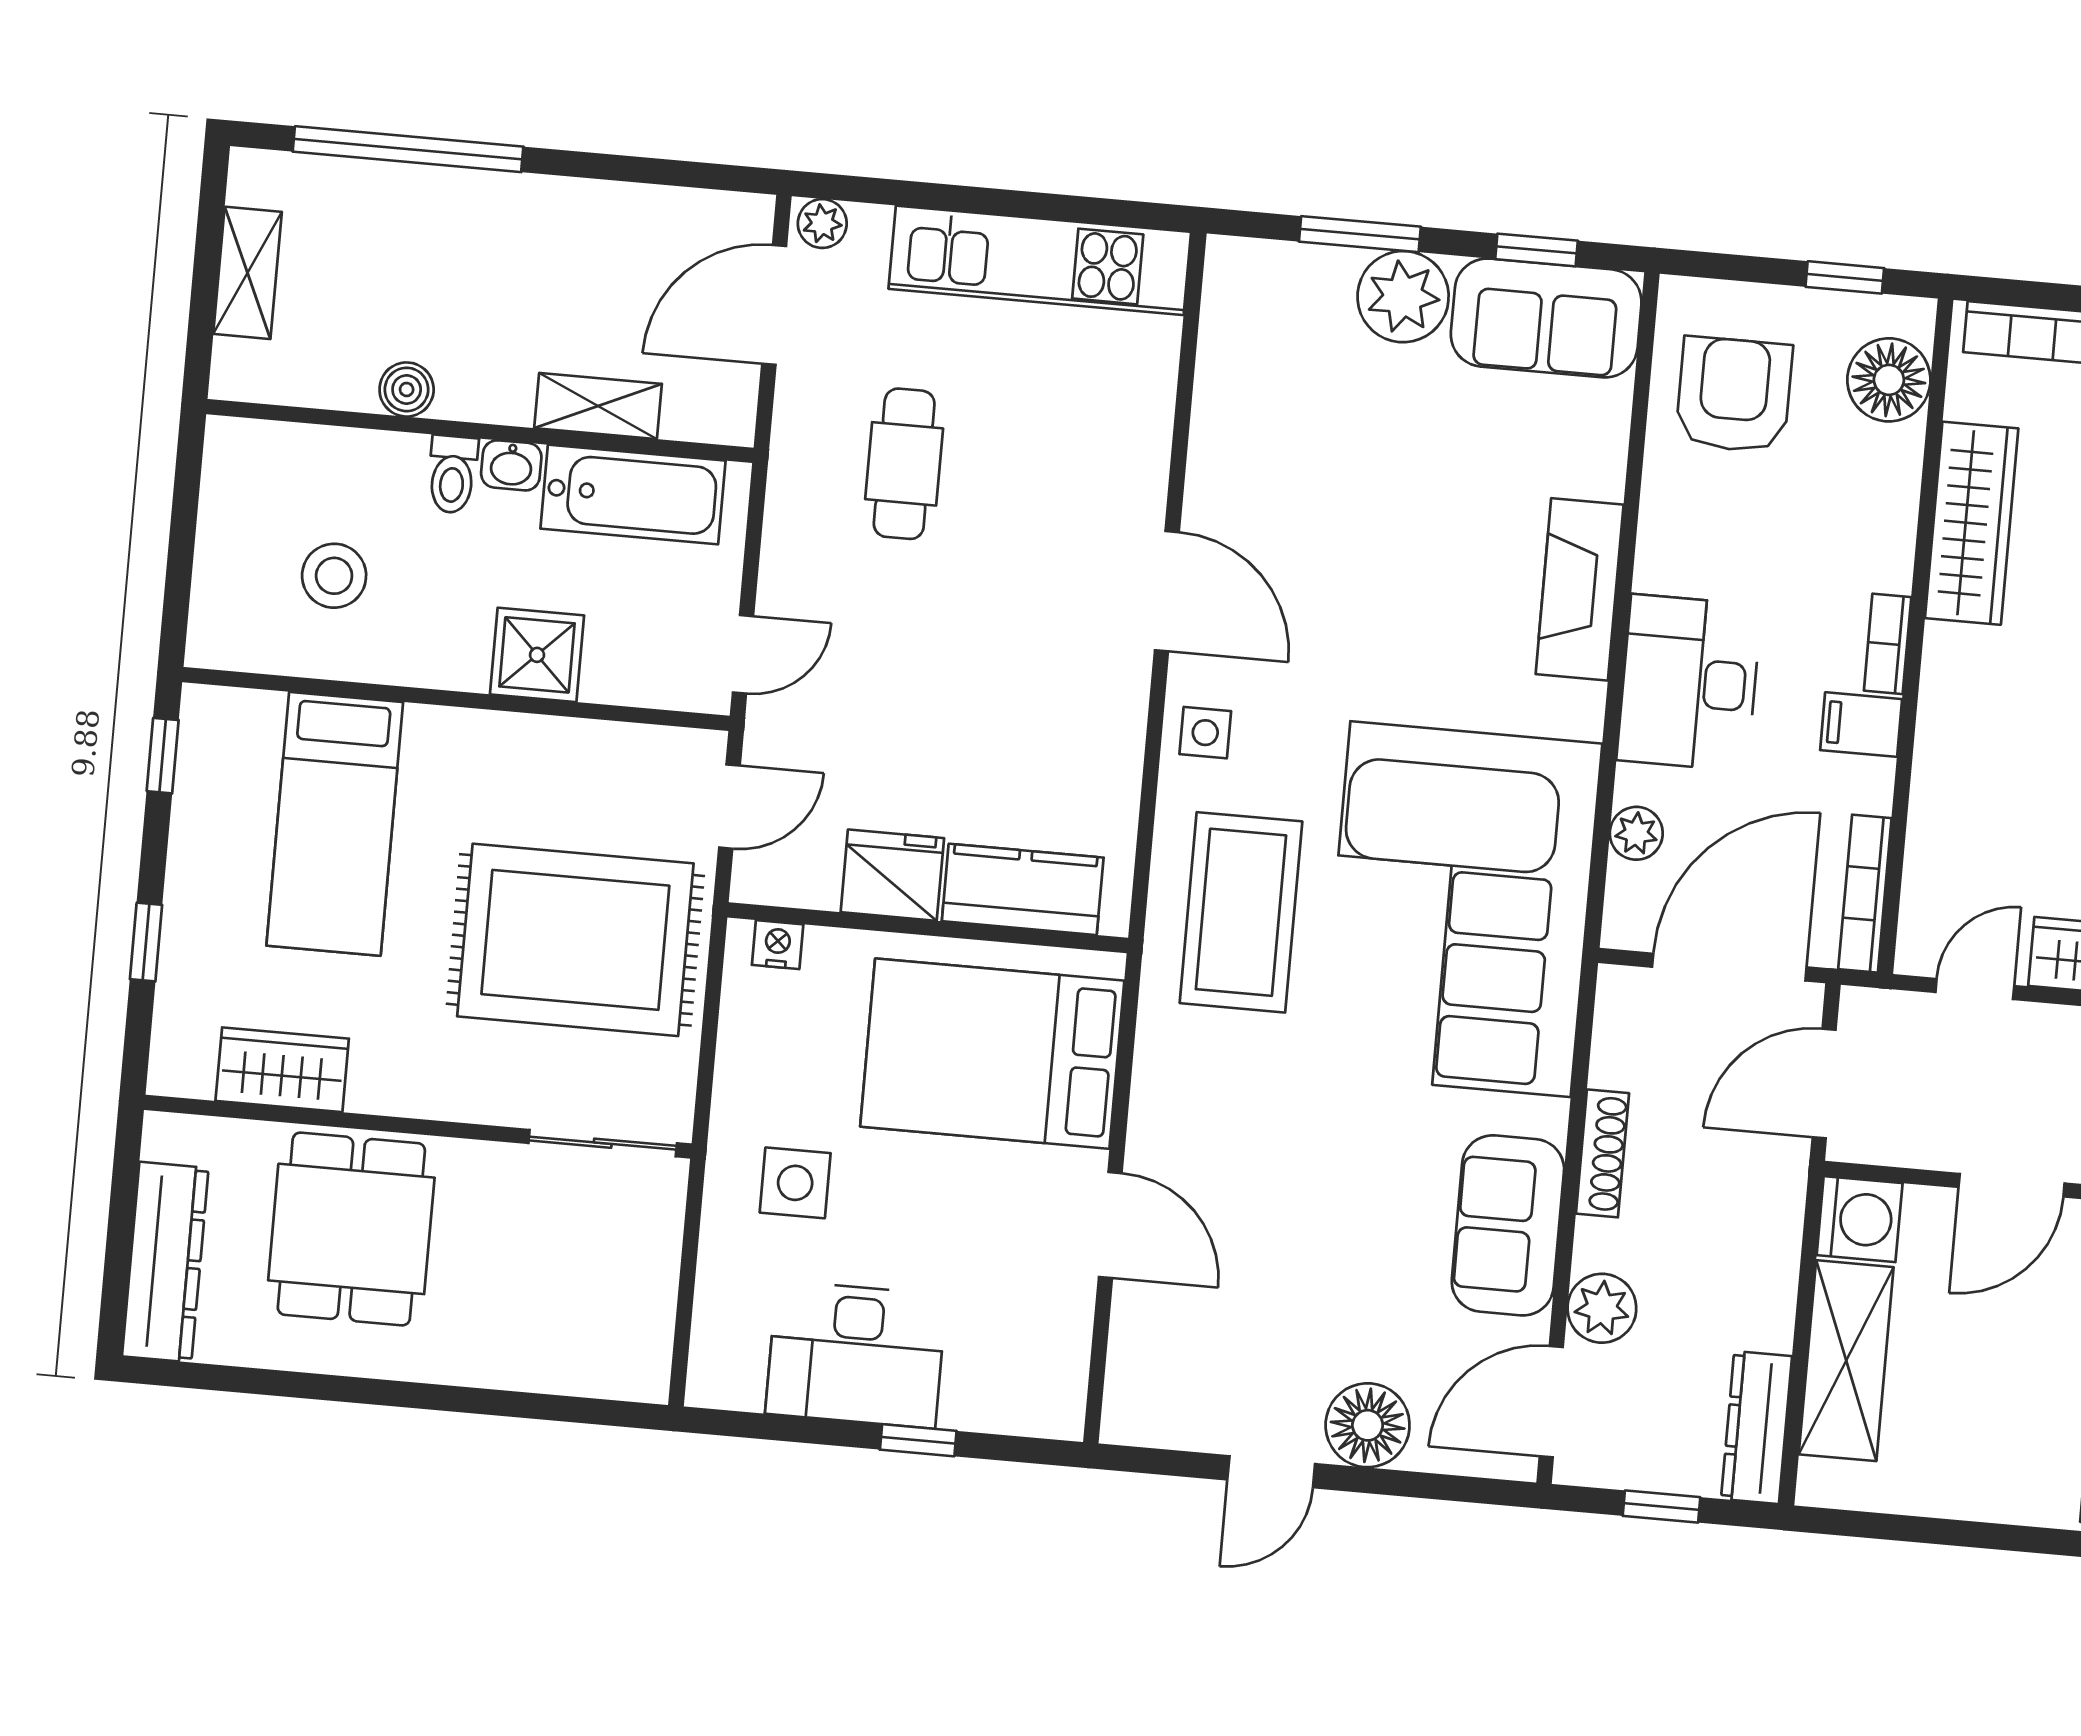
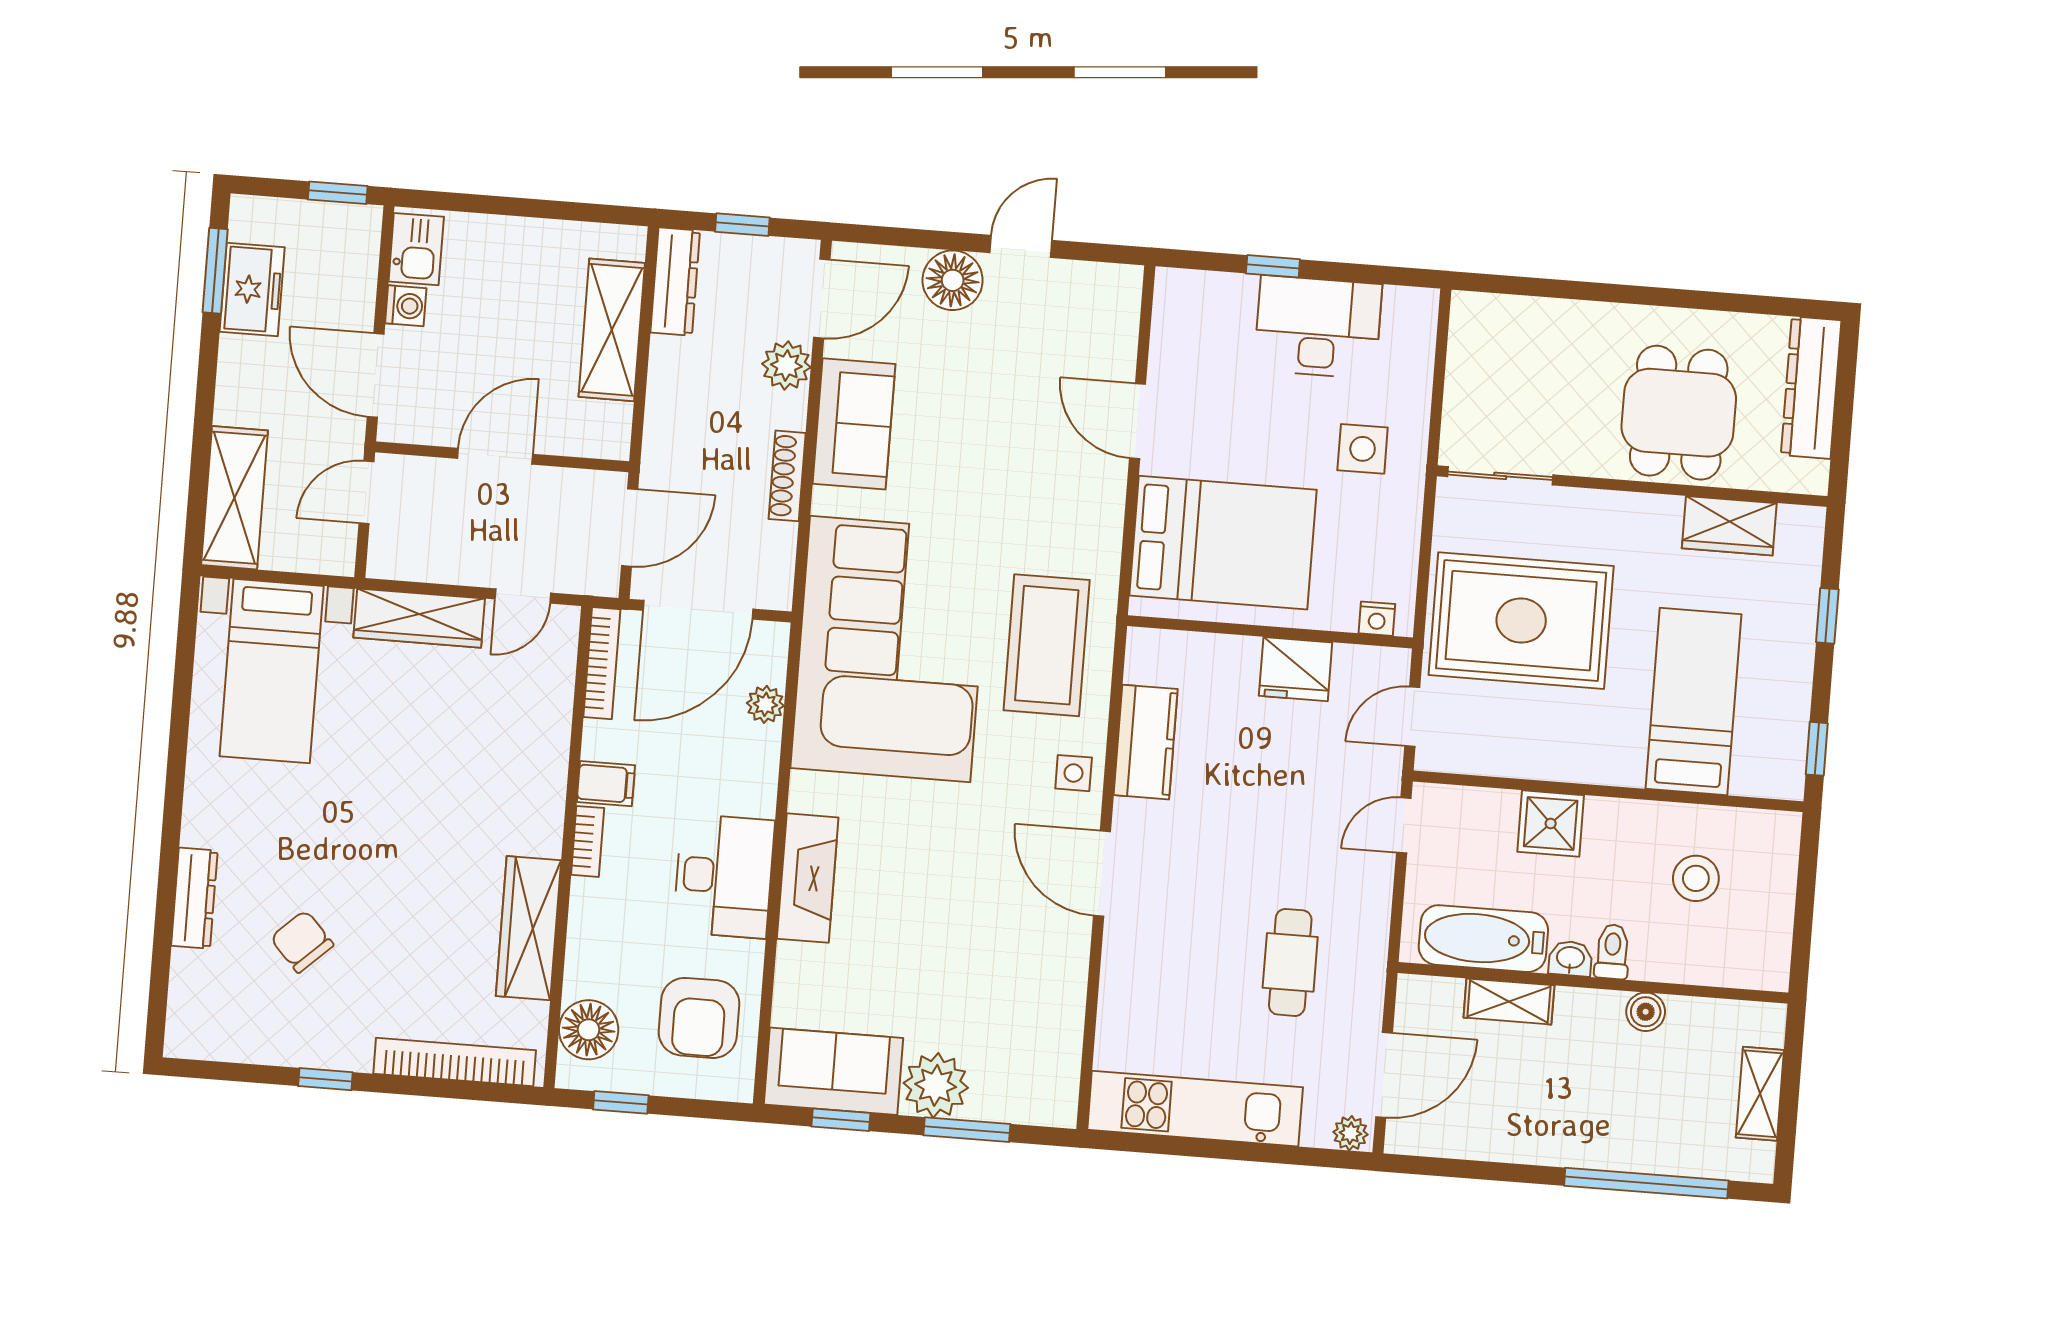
desk: (1689, 683) -> (724, 876), moved
kitchen counter: (1023, 889) -> (1146, 742), moved, turned -90
washing machine: (1860, 1219) -> (603, 431), removed

